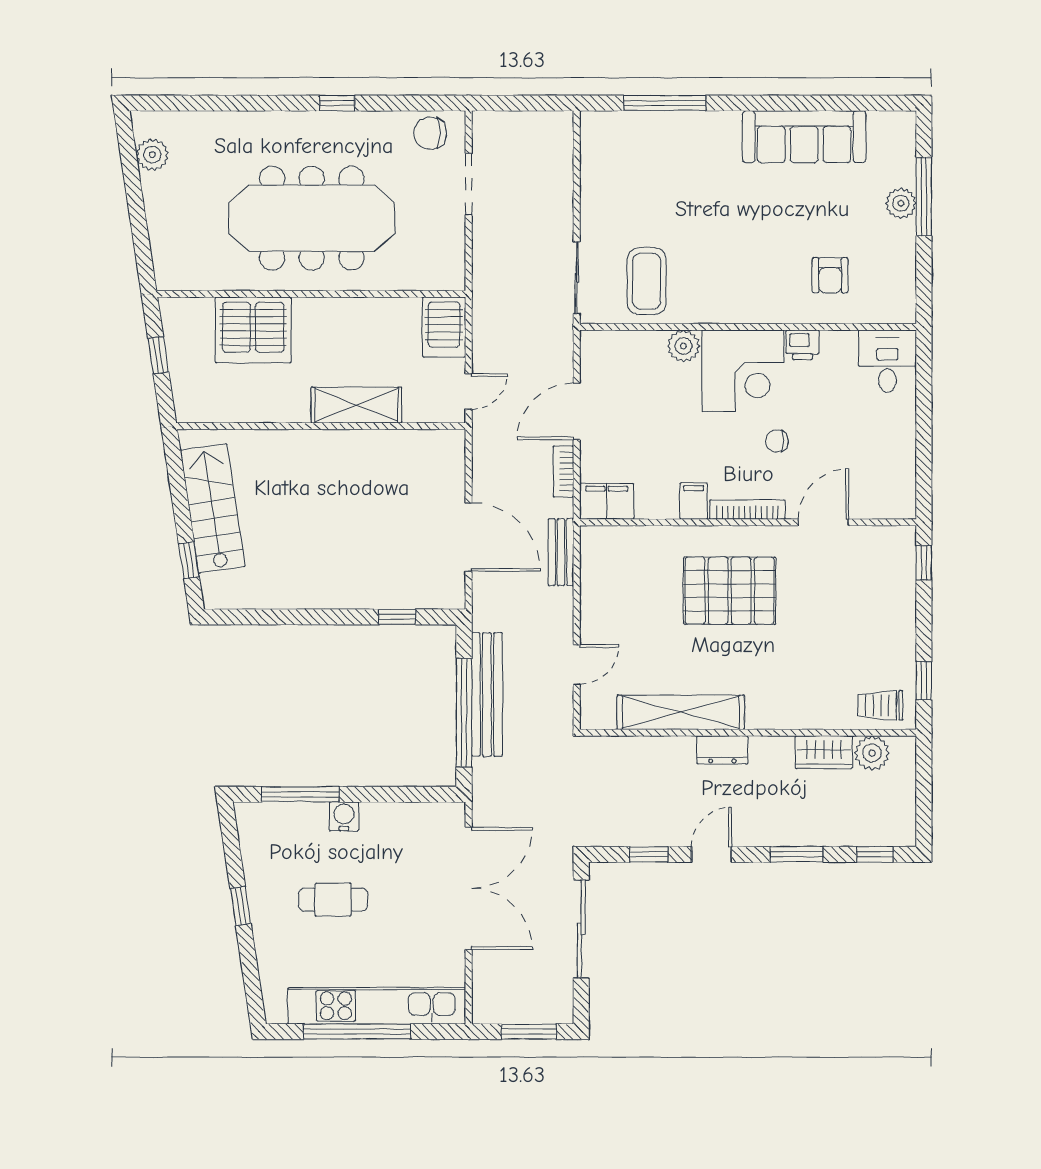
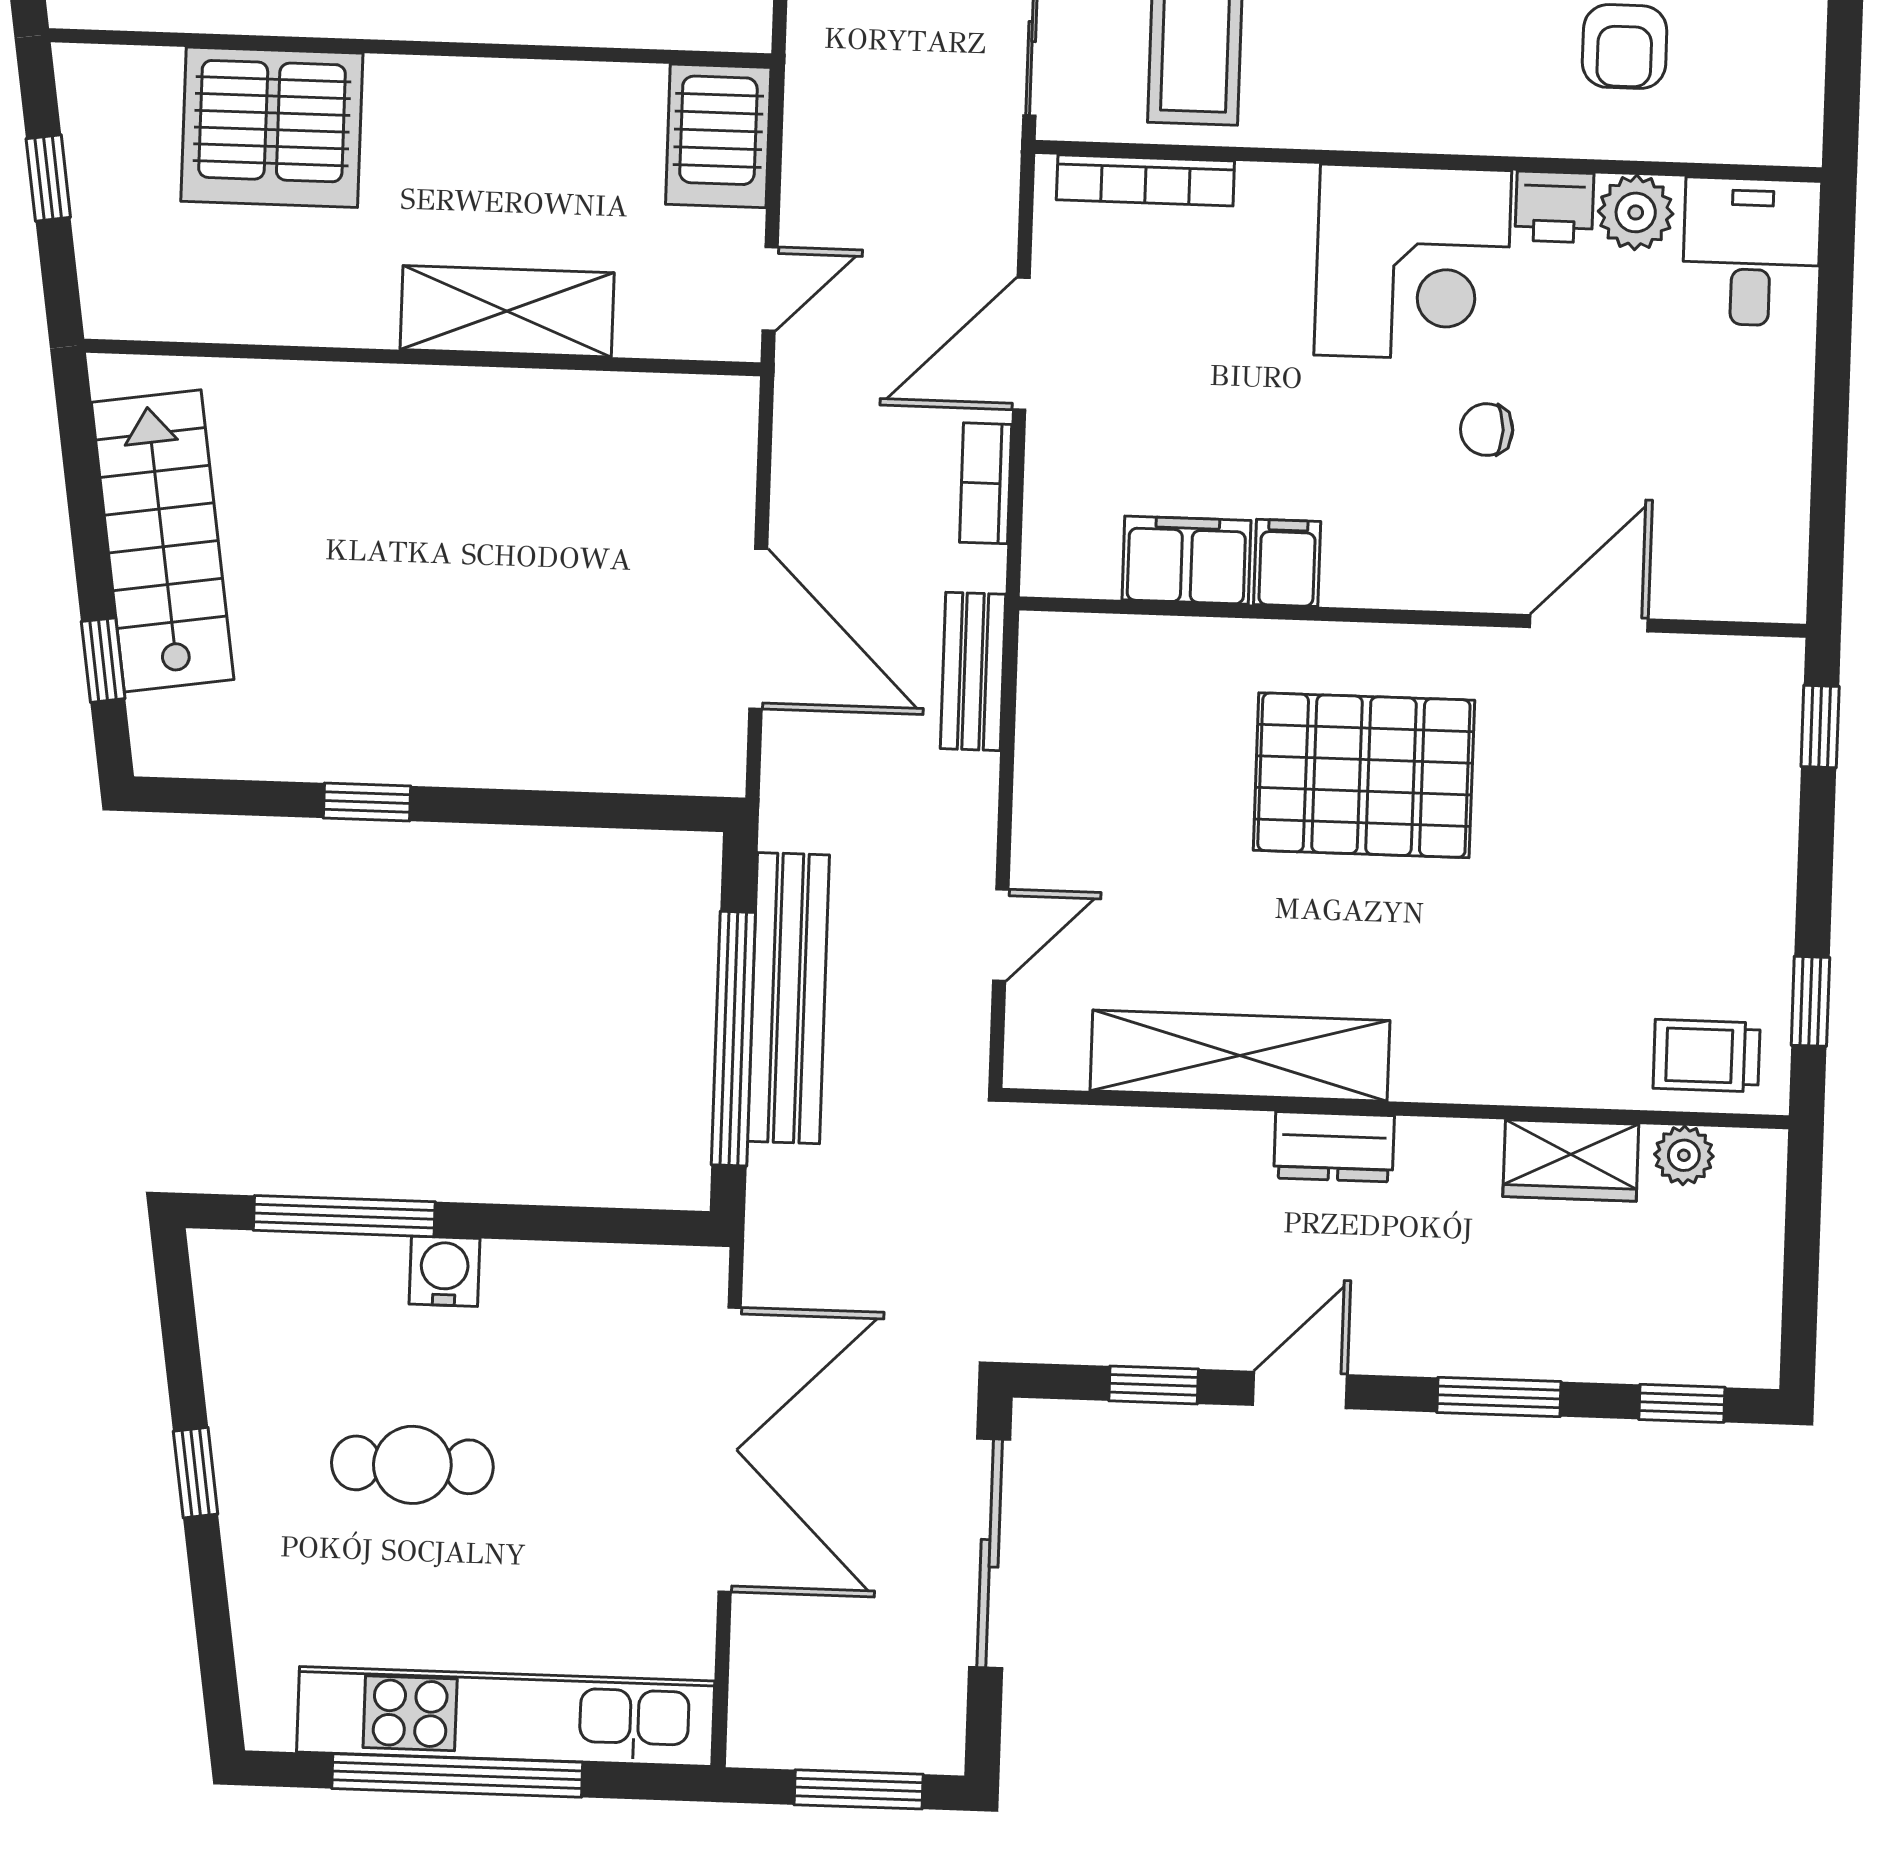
plant: (683, 346) -> (1636, 212), moved
filing cabinet: (607, 501) -> (1187, 560), moved
bookcase: (747, 510) -> (1145, 180), moved, turned 180
window: (397, 617) -> (367, 802), moved
plant: (872, 753) -> (1684, 1155), width x0.73, depth x0.73

